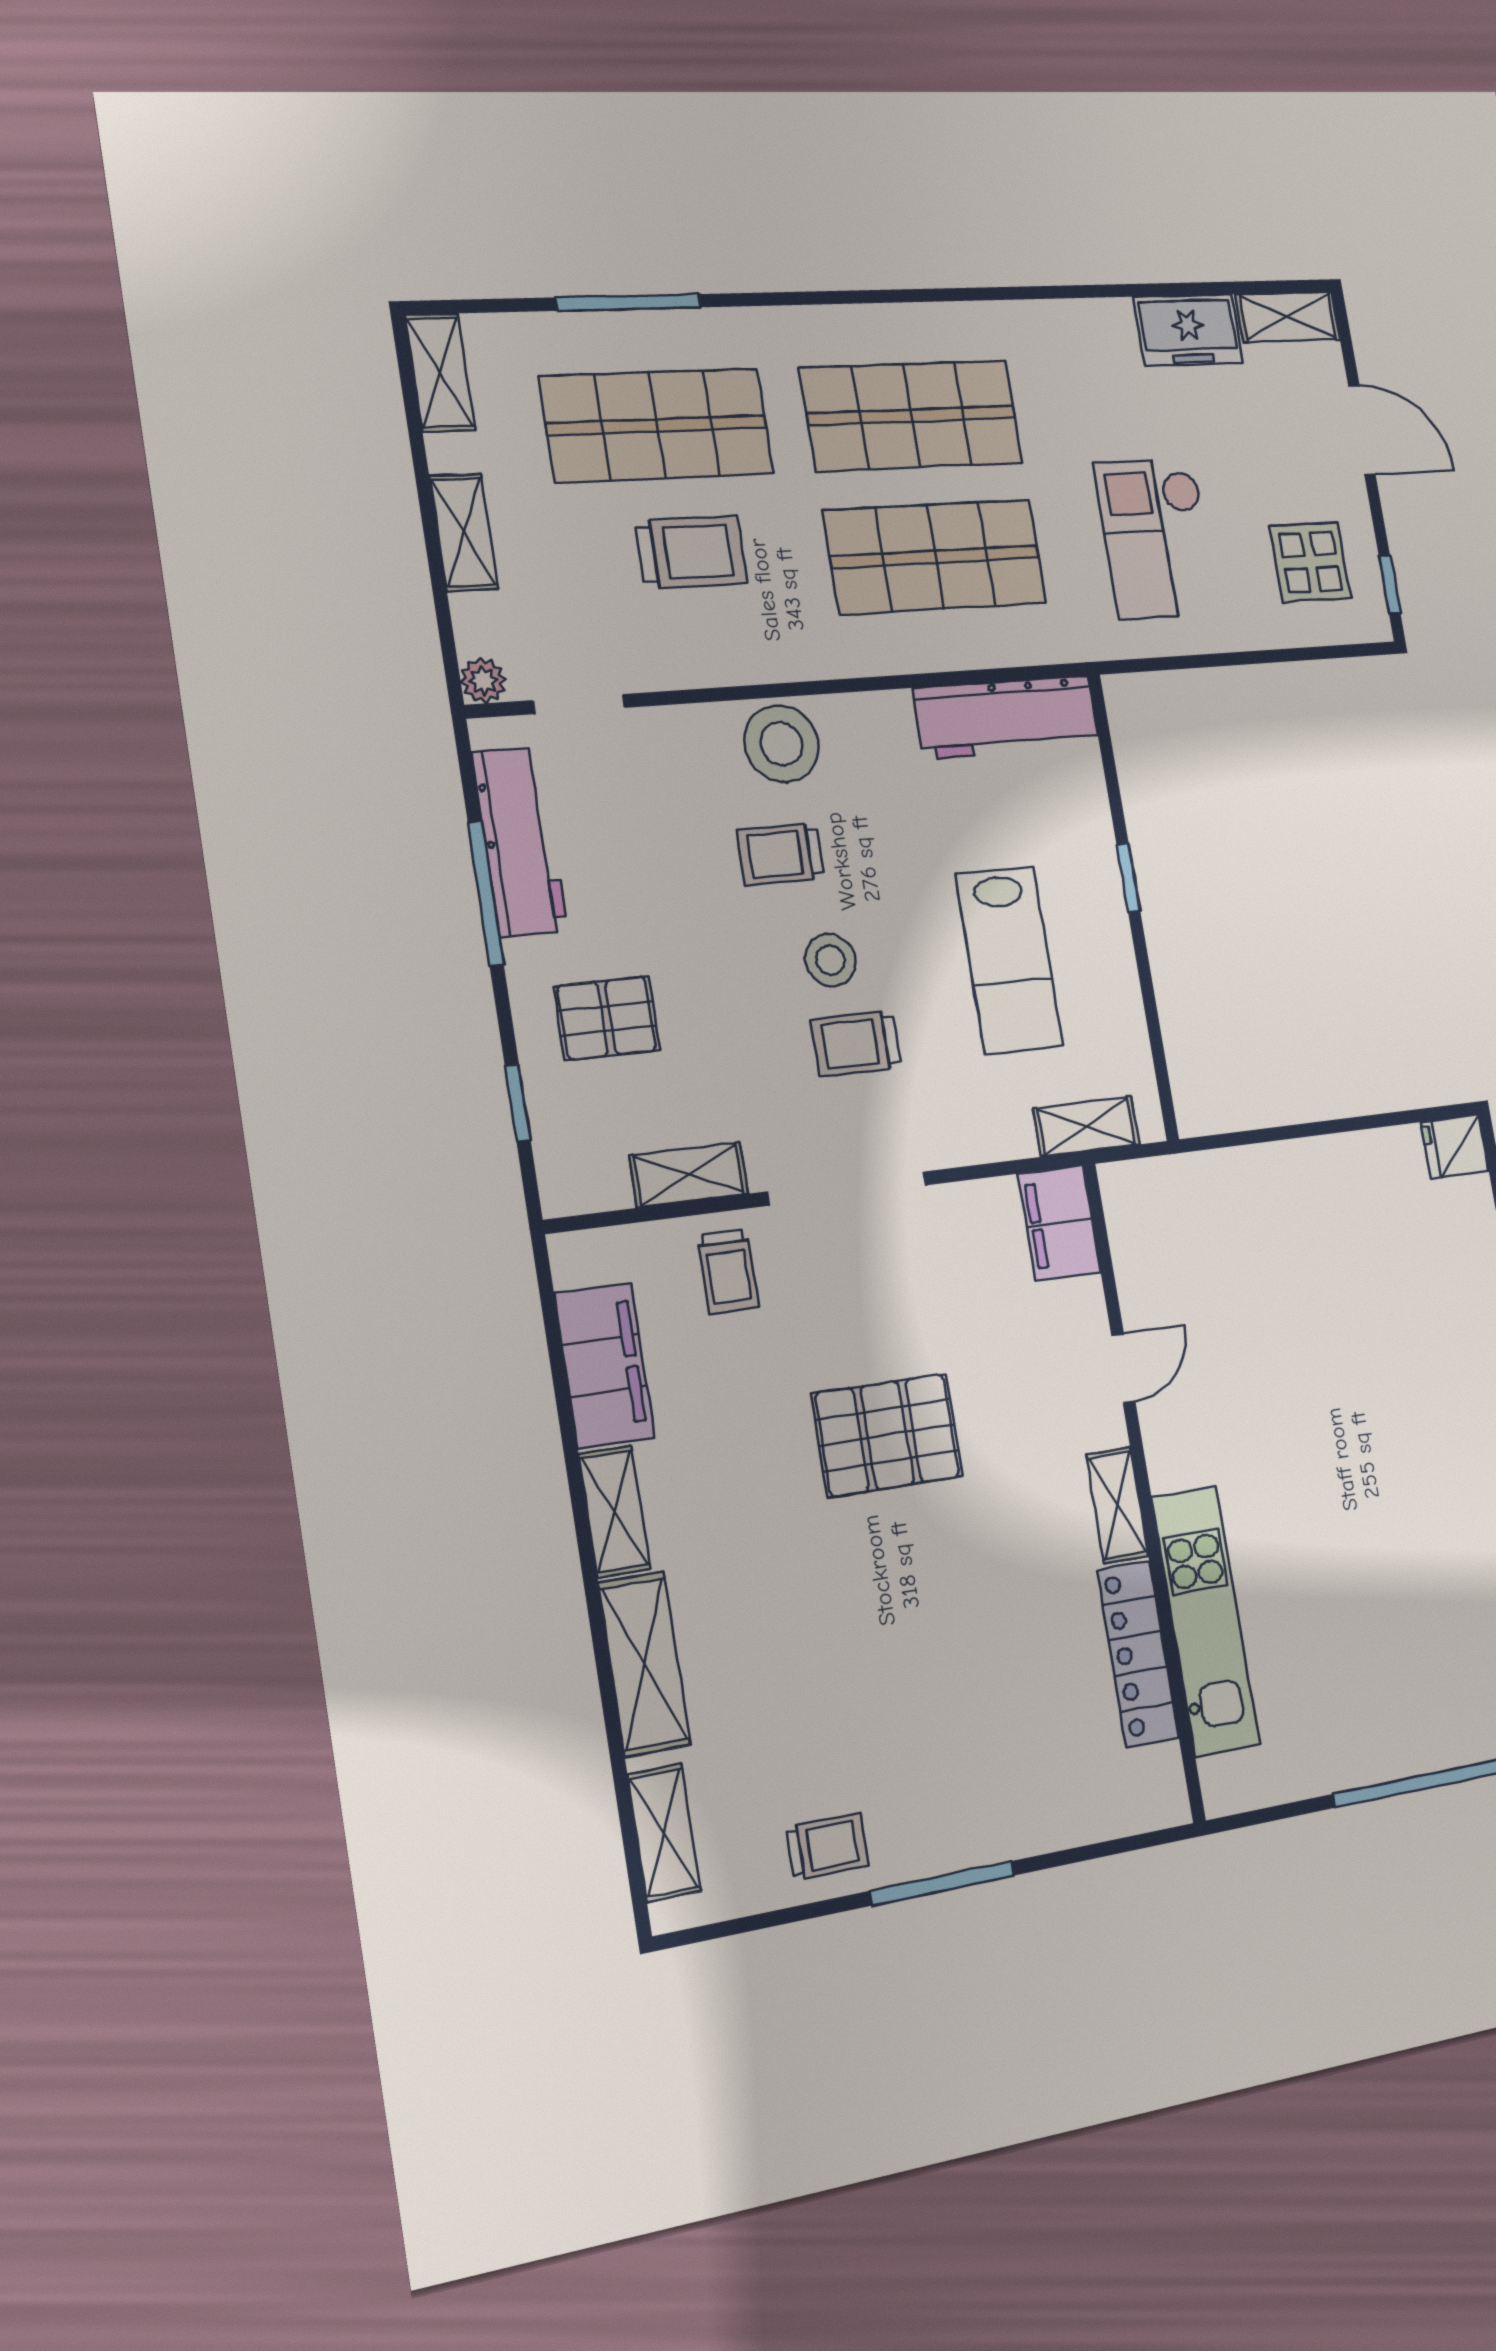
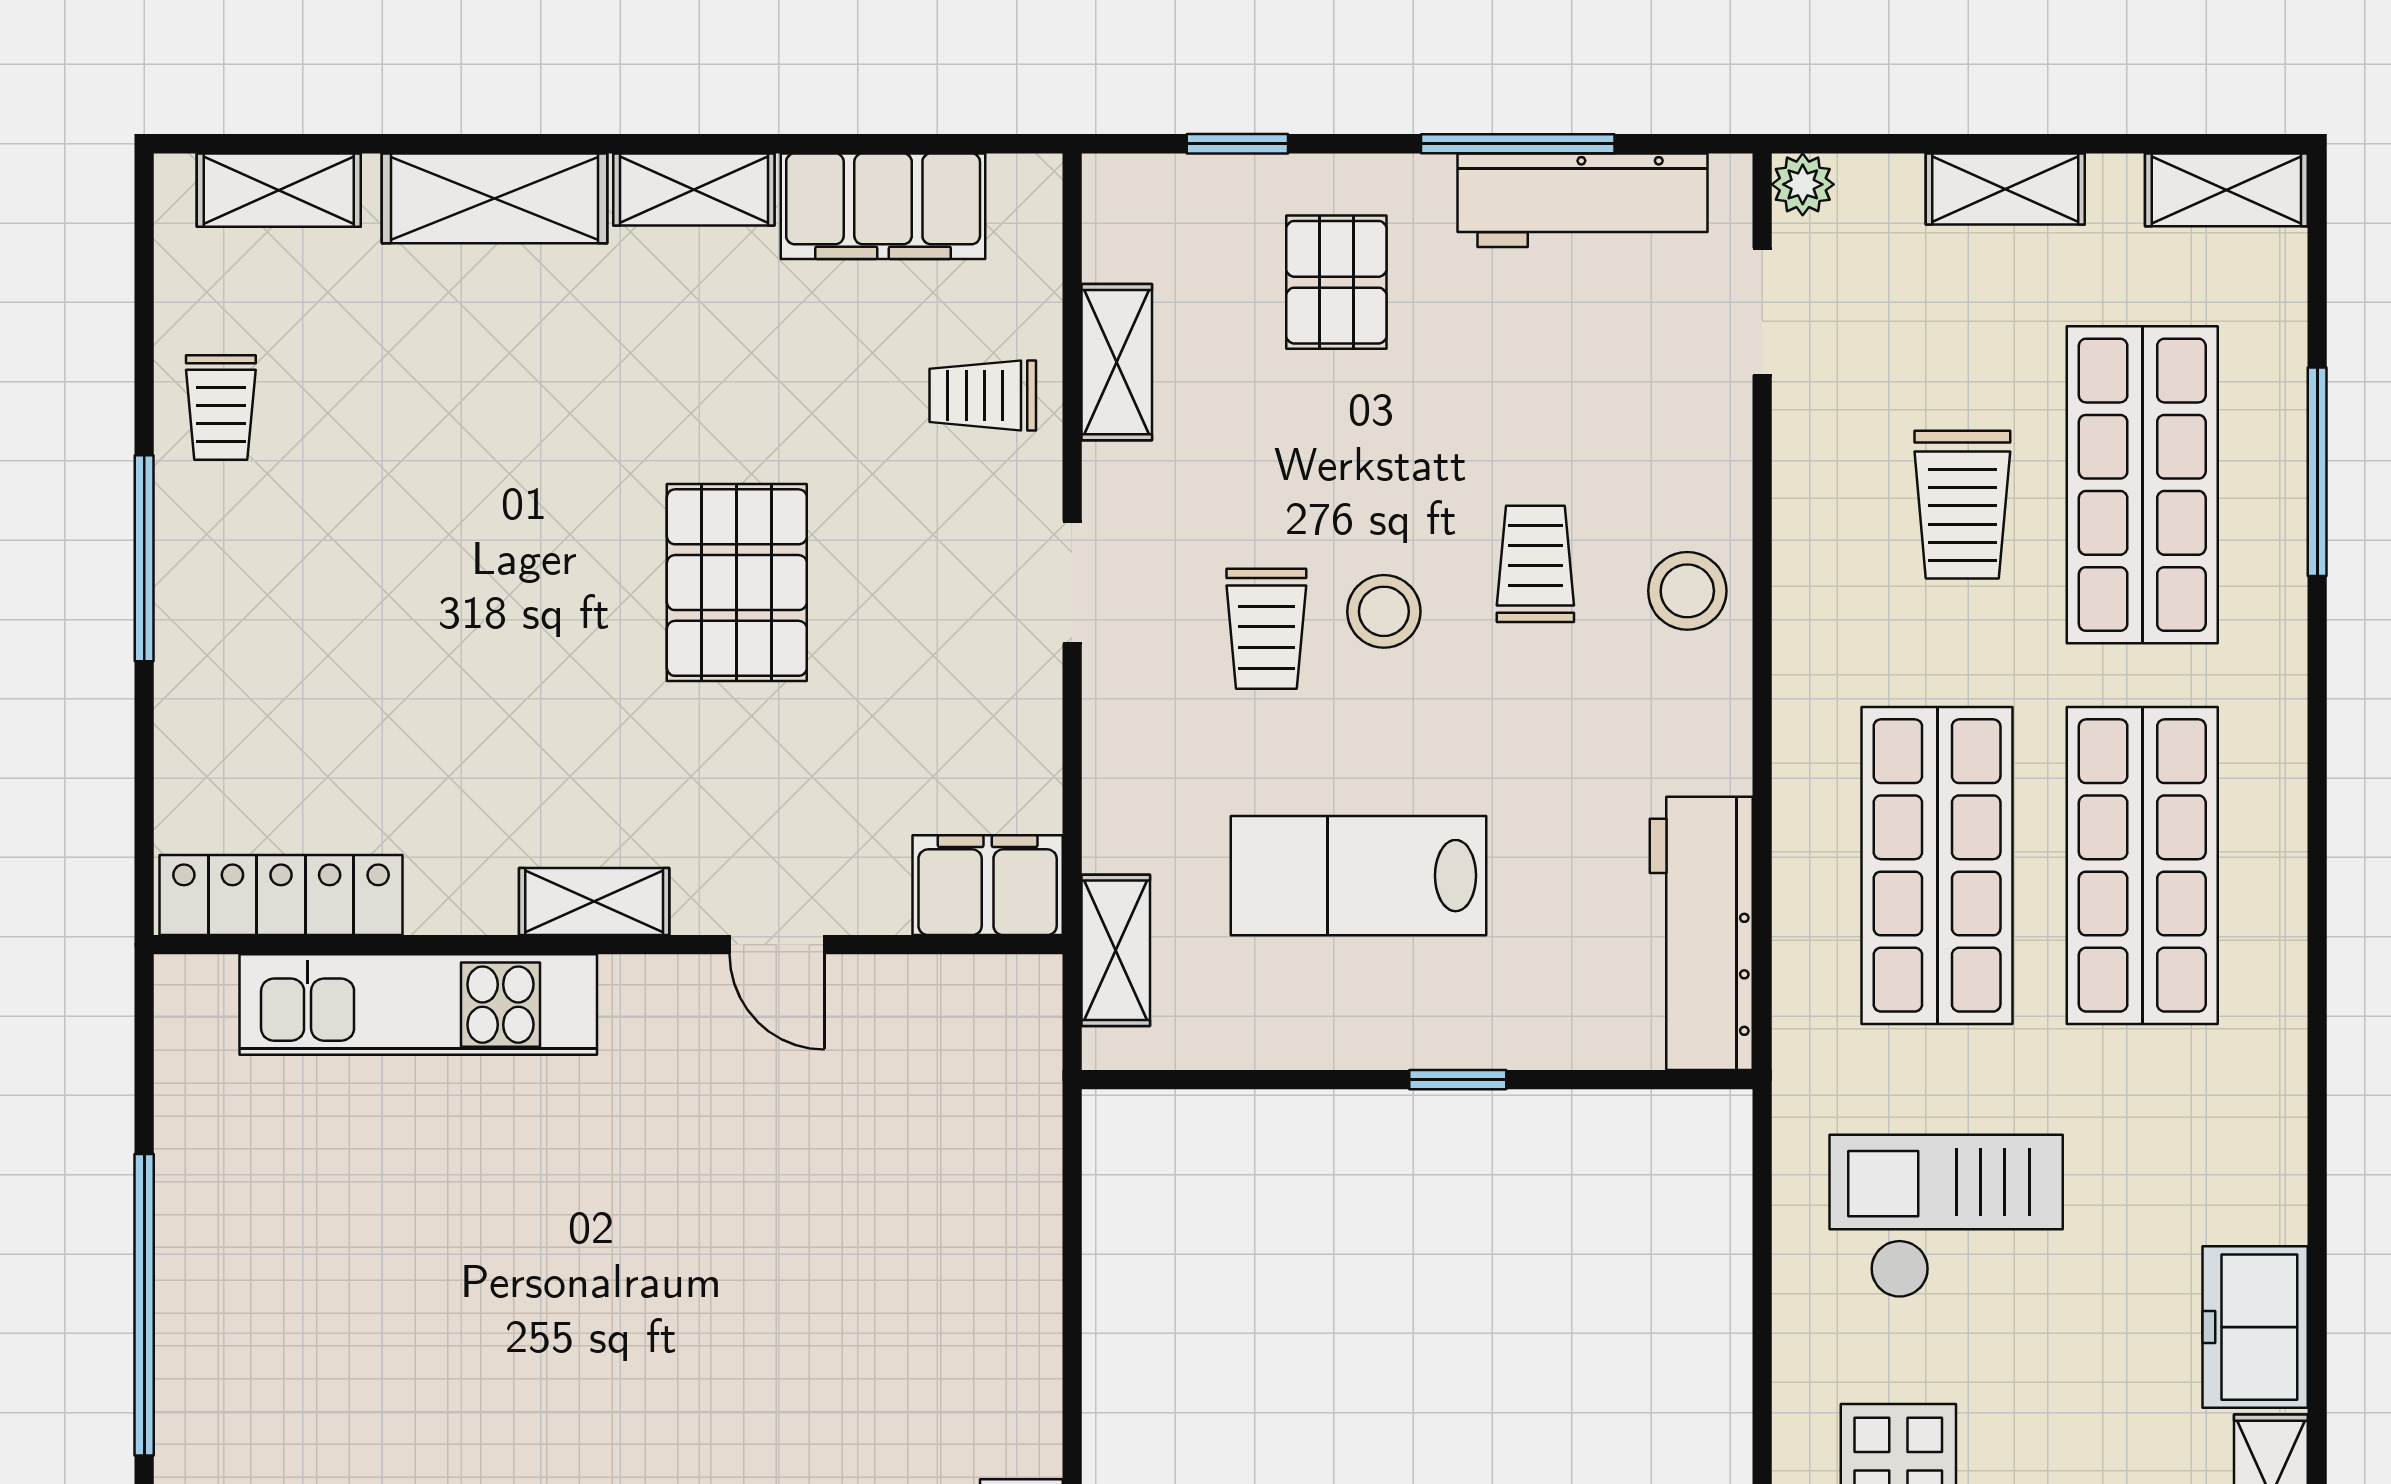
stool: (781, 744) -> (1687, 591), width x0.73, depth x0.73
trolley: (856, 1043) -> (1266, 629), turned 180
doorway: (847, 1188) -> (1072, 582), width x0.53
locker: (1138, 1654) -> (281, 895), moved

